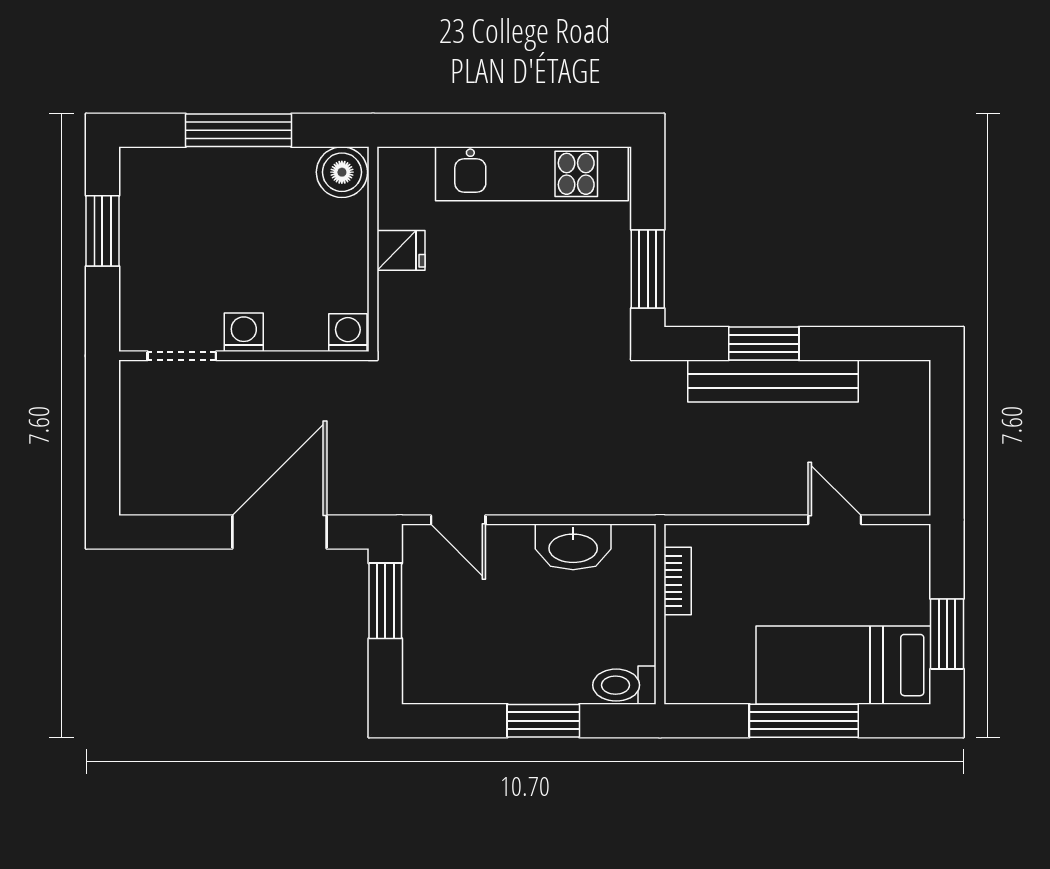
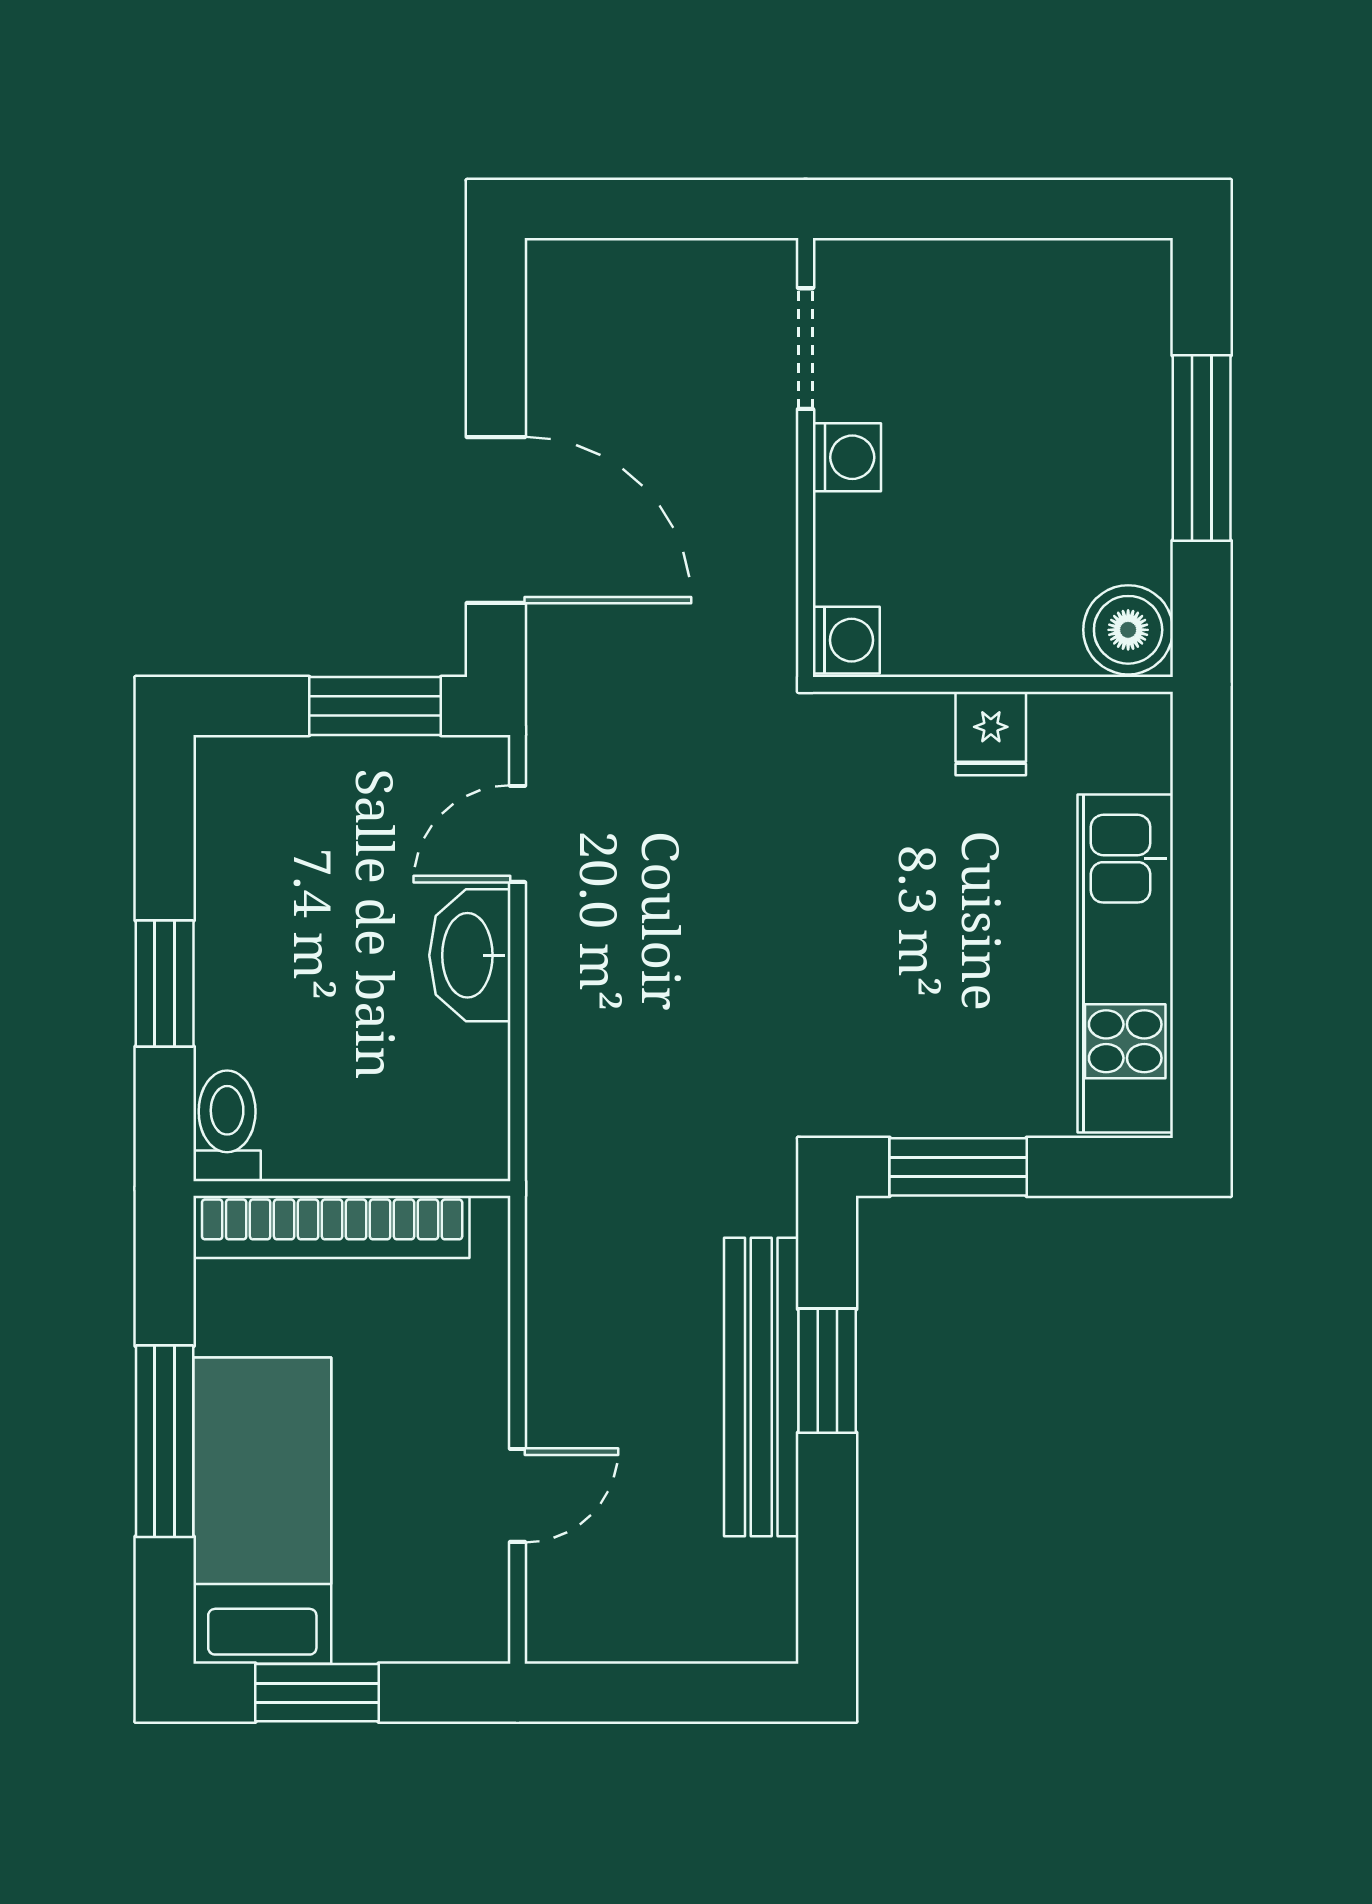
window: (102, 231) -> (1025, 209), removed
washbasin: (573, 547) -> (470, 955), moved
bookcase: (678, 581) -> (332, 1227), width x2.31, depth x1.31

